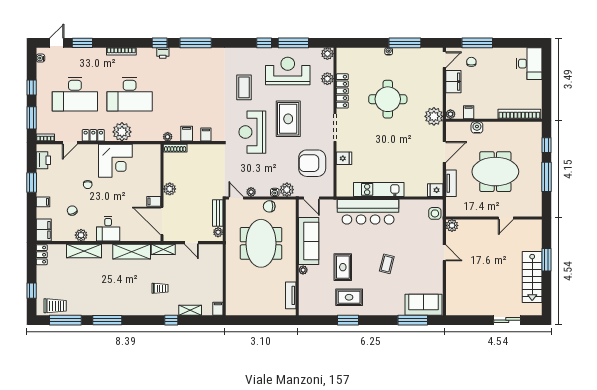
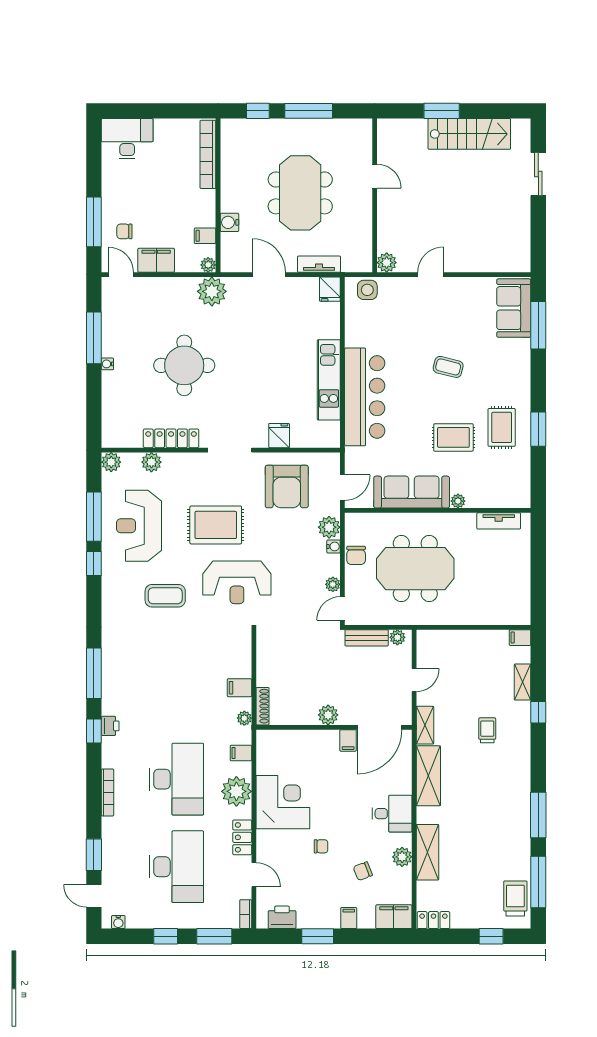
filing cabinet: (206, 135) -> (241, 753), moved

